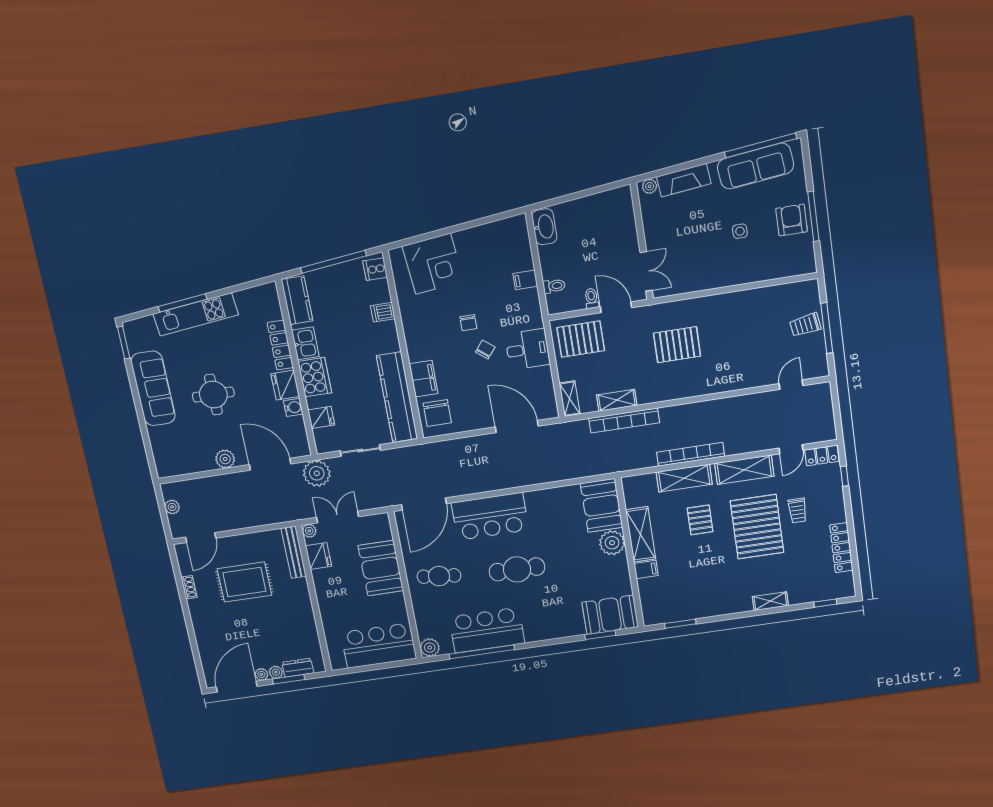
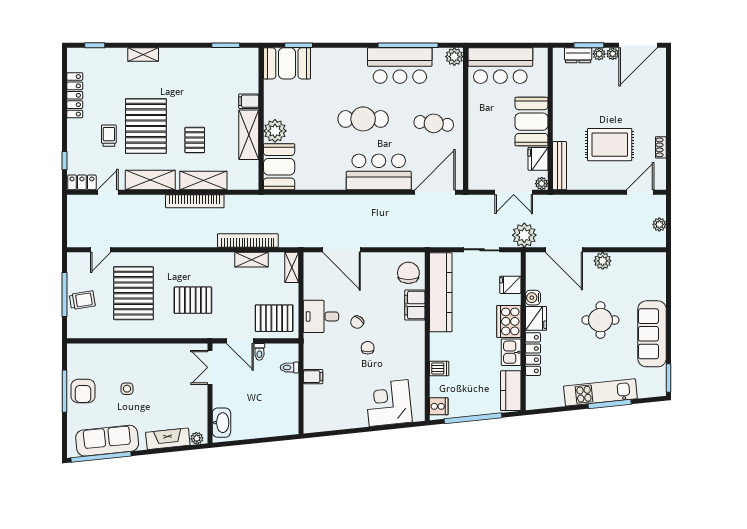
washbasin: (544, 227) -> (221, 423), moved, turned 180
pallet: (747, 342) -> (133, 293), added
booth: (381, 568) -> (532, 122), moved

